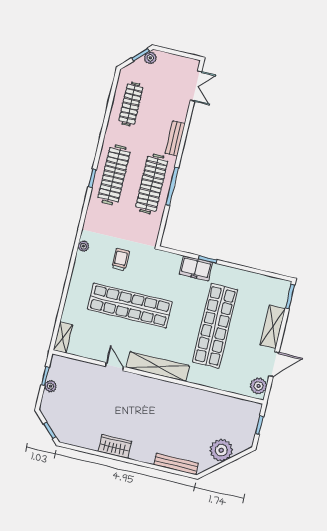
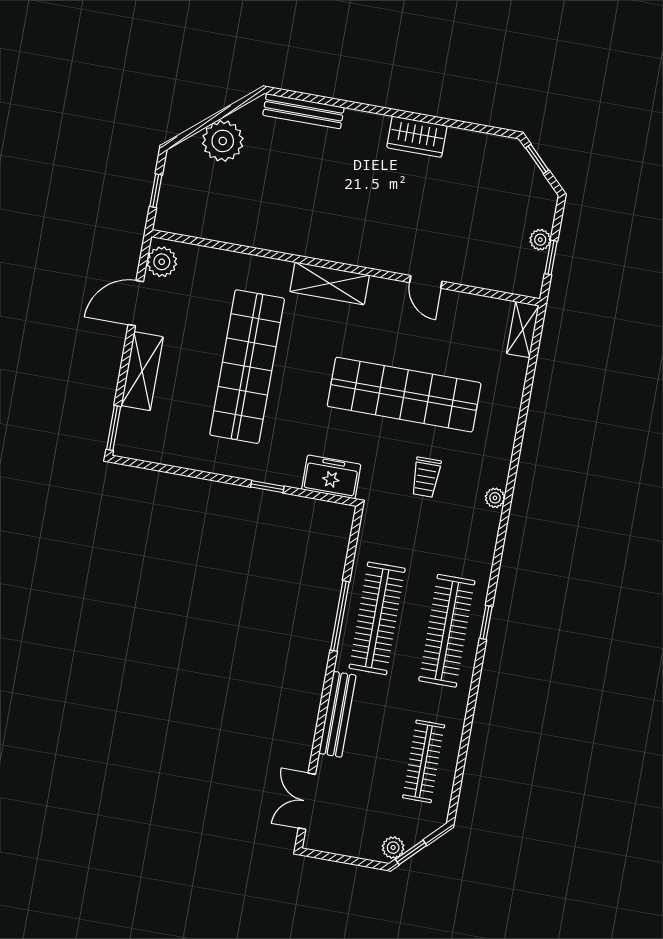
bench: (175, 138) -> (337, 714), width x1.36
freezer: (196, 268) -> (331, 477), moved
shelving: (158, 367) -> (330, 283), width x0.68

